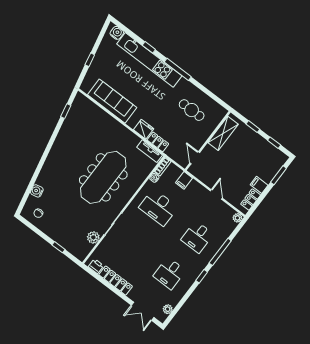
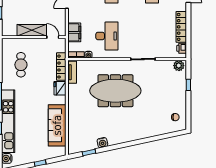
shelving: (223, 133) -> (32, 30), moved
locker: (158, 142) -> (61, 67), width x1.53
door: (195, 158) -> (53, 37), swing flipped
filing cabinet: (184, 180) -> (74, 32), width x2.00
water cooler: (37, 191) -> (102, 143), moved
plant: (93, 237) -> (179, 66), moved

